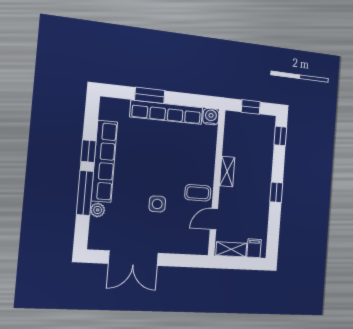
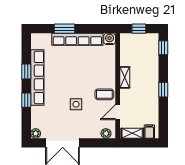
window: (85, 193) -> (26, 100), width x0.46
plant: (98, 210) -> (36, 133), moved
plant: (196, 248) -> (106, 133), added

